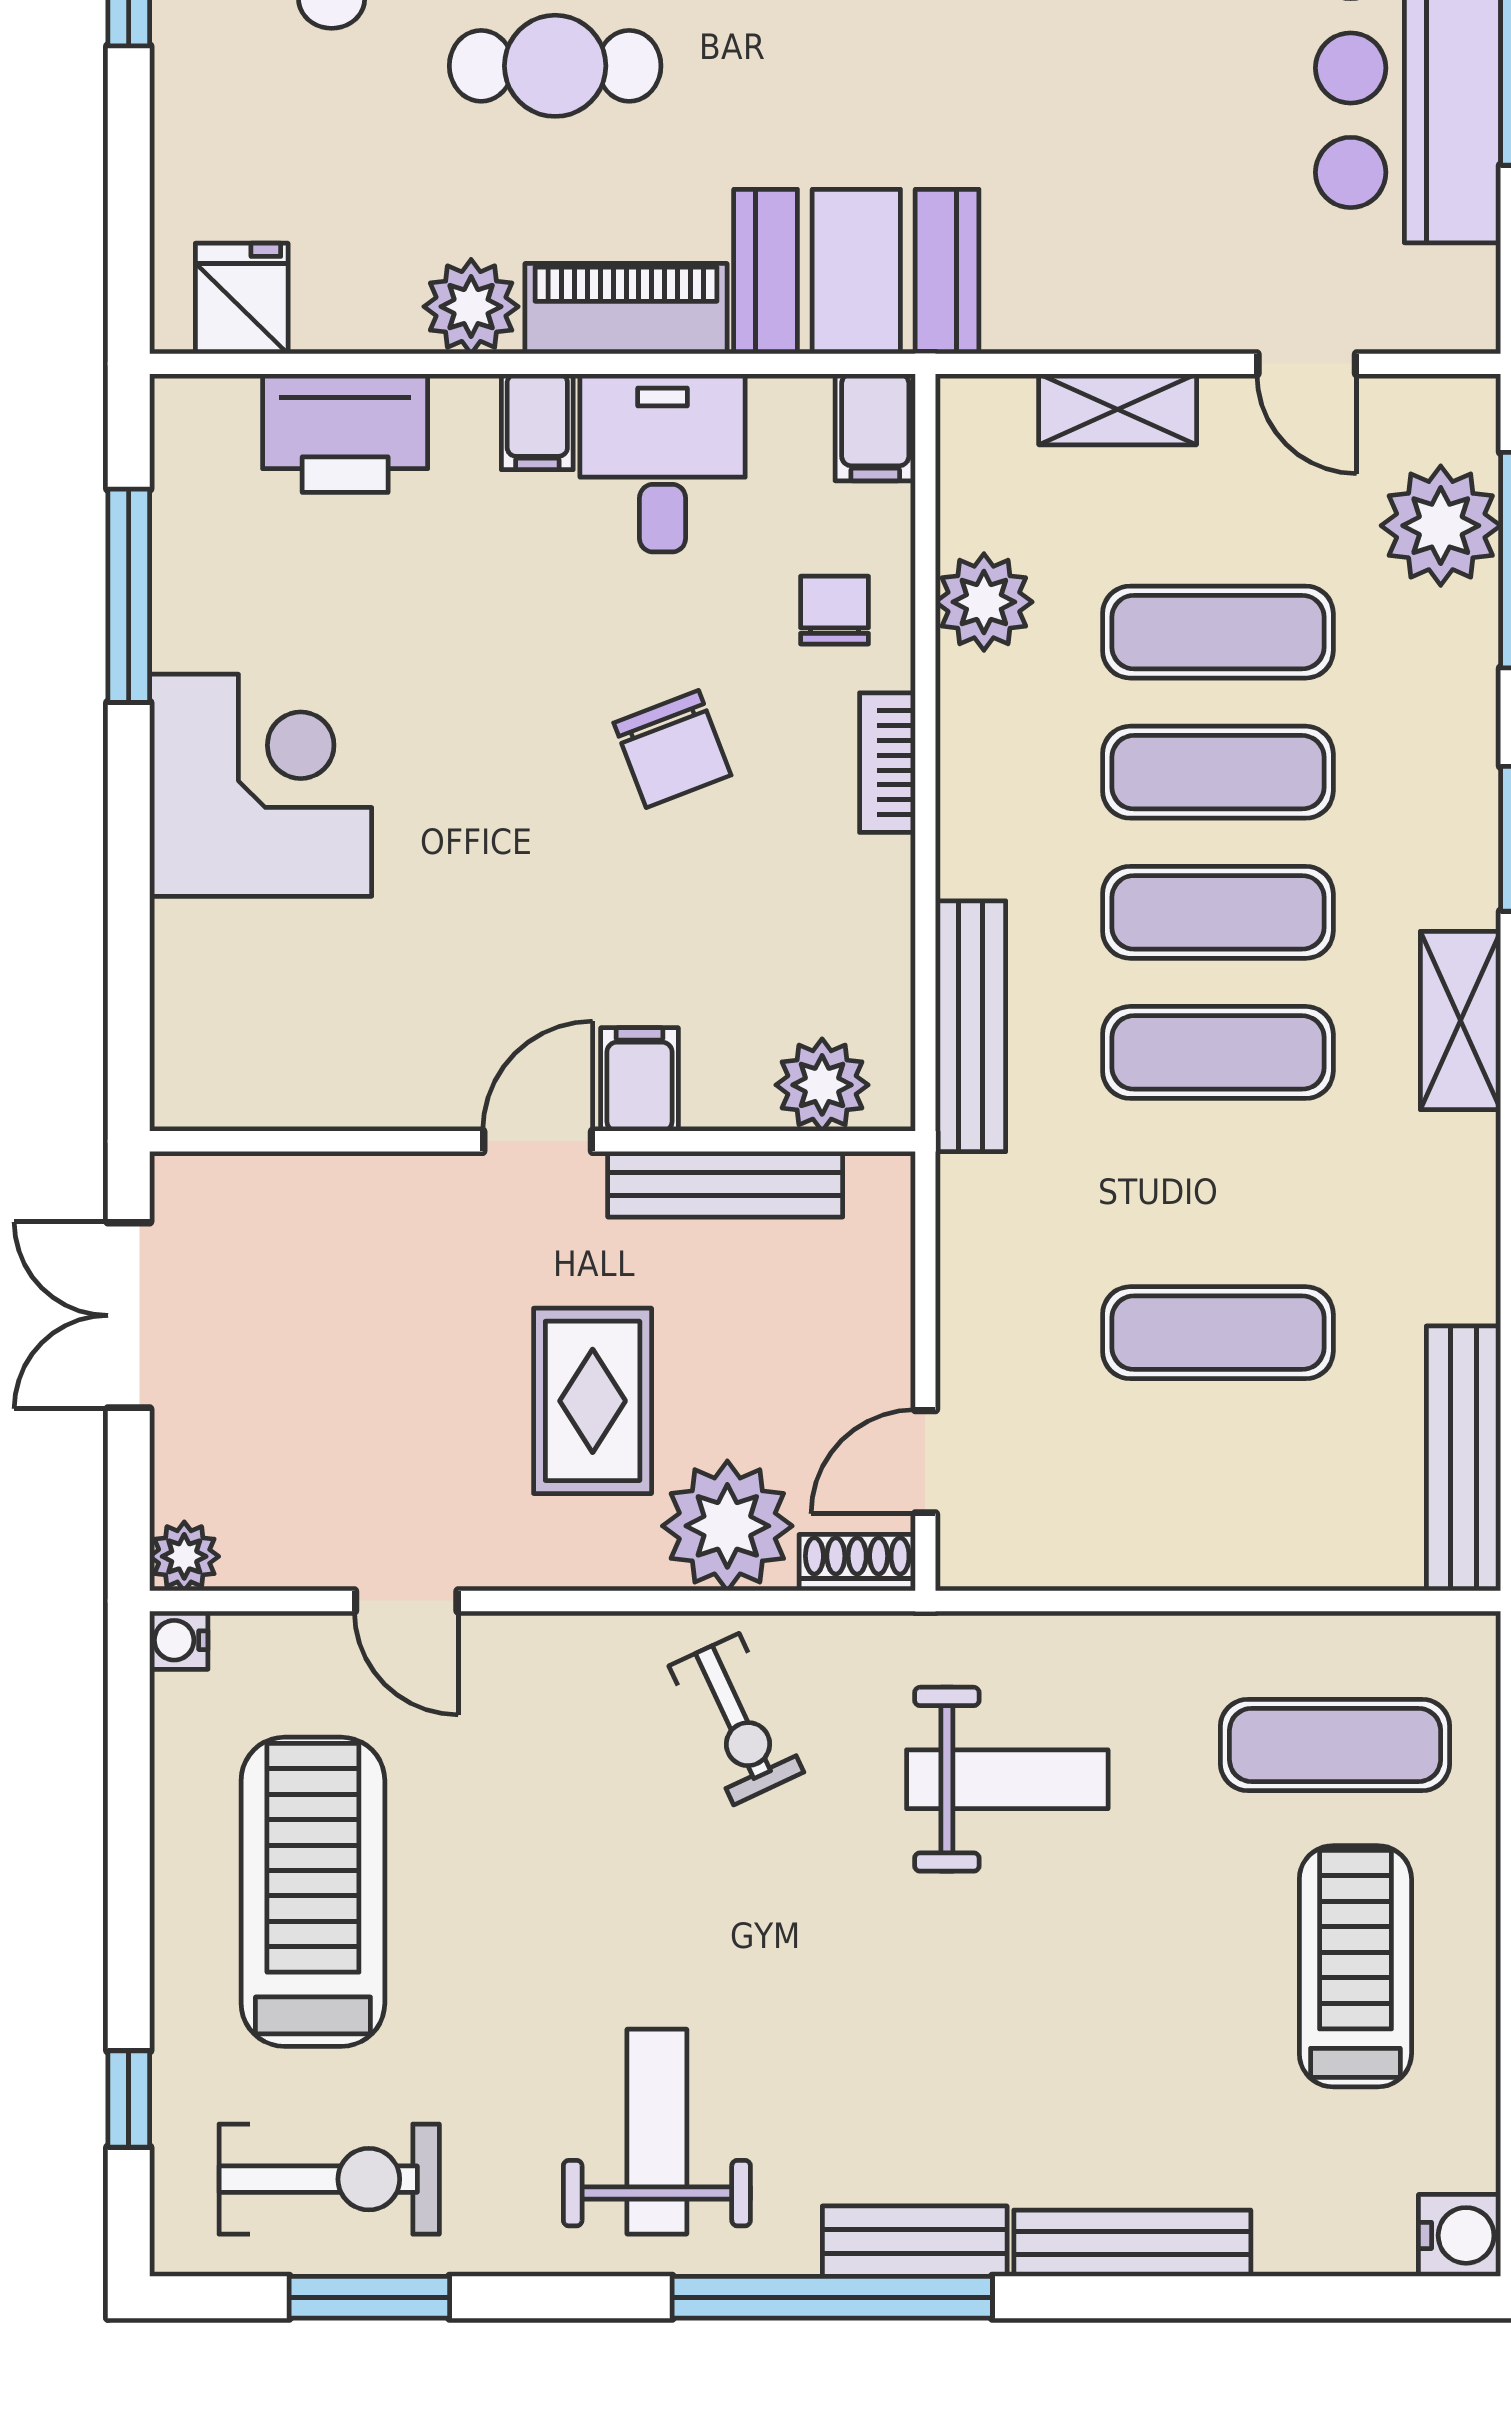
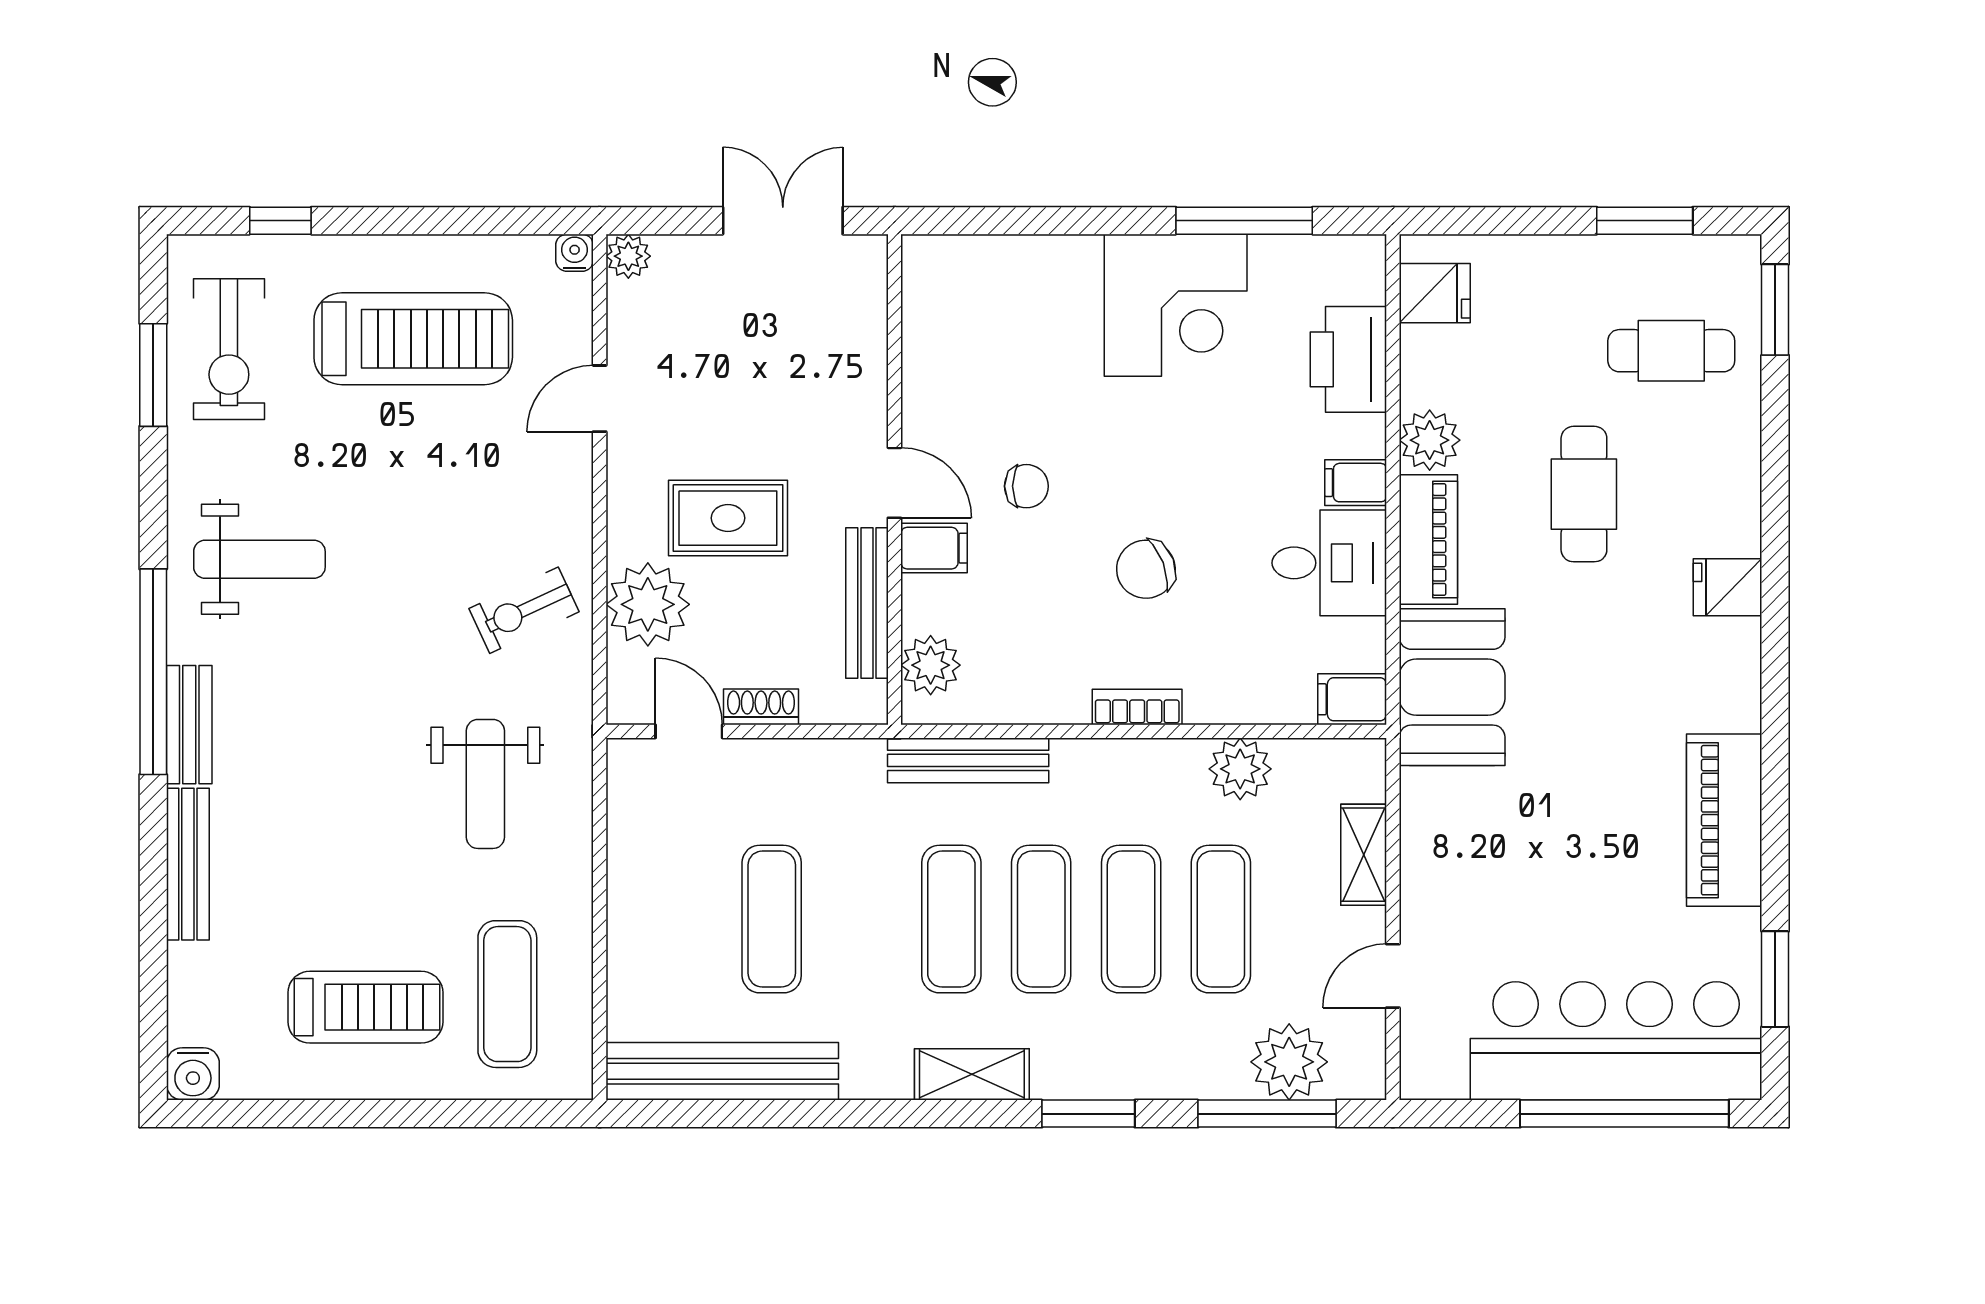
chair: (835, 610) -> (1026, 486), moved
corner desk: (261, 785) -> (1176, 305), moved
bench: (1463, 1458) -> (722, 1071), width x1.37, depth x1.21
shoe rack: (857, 1563) -> (761, 707), moved, turned -90

